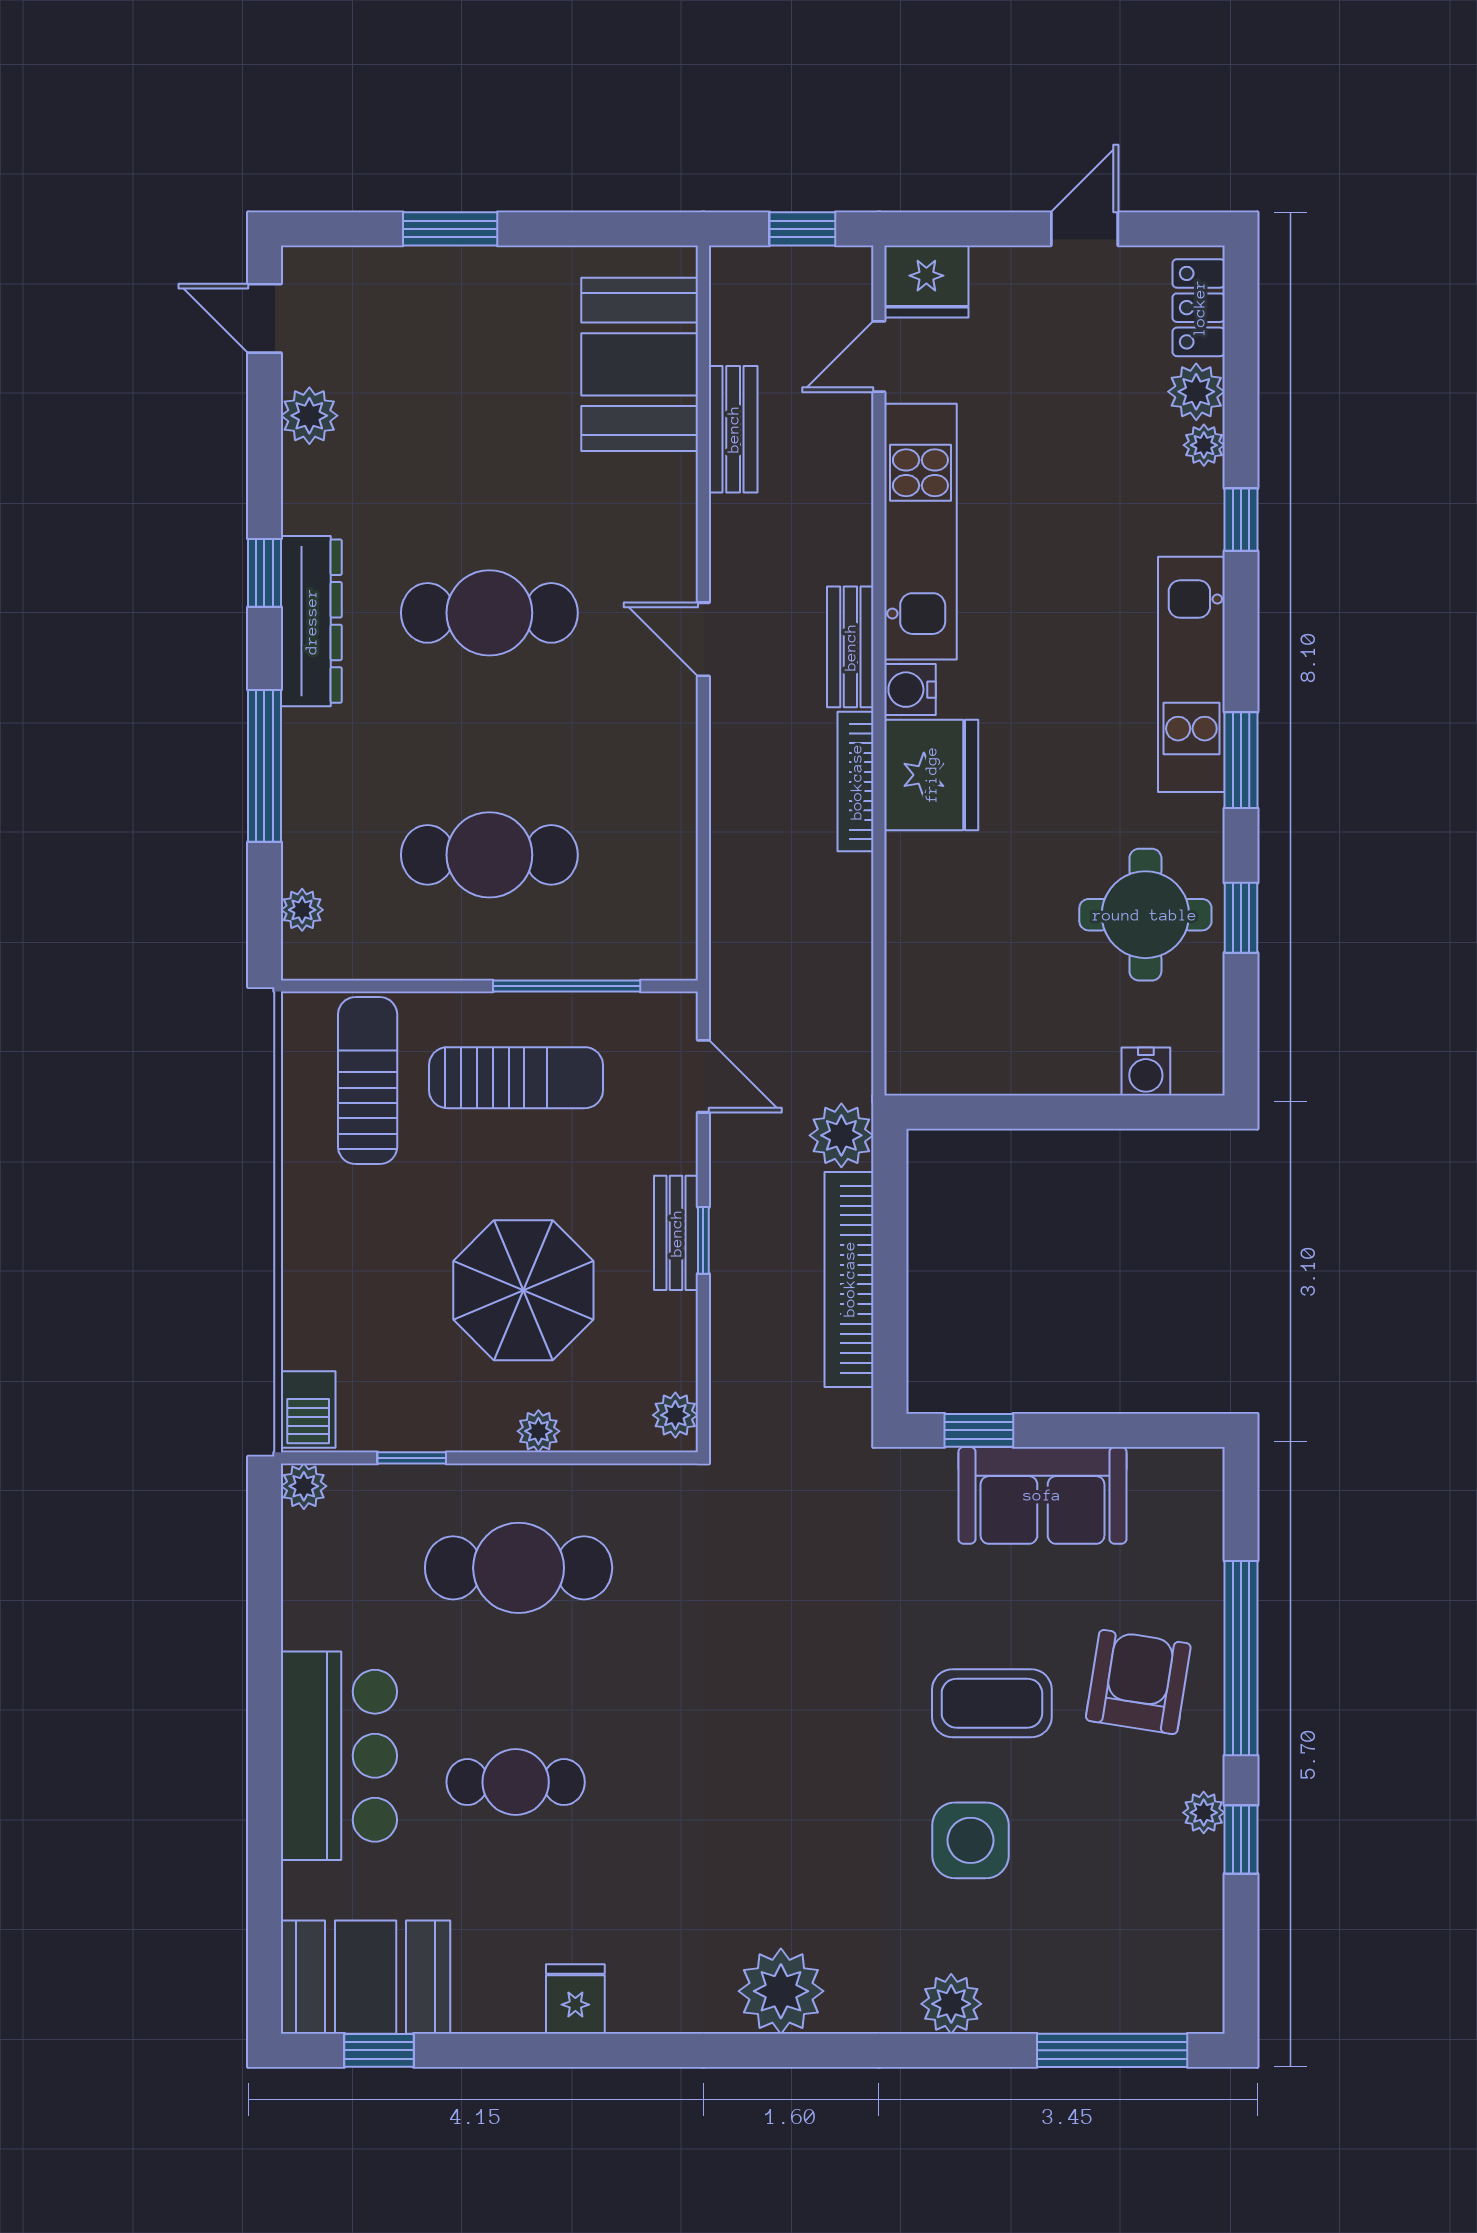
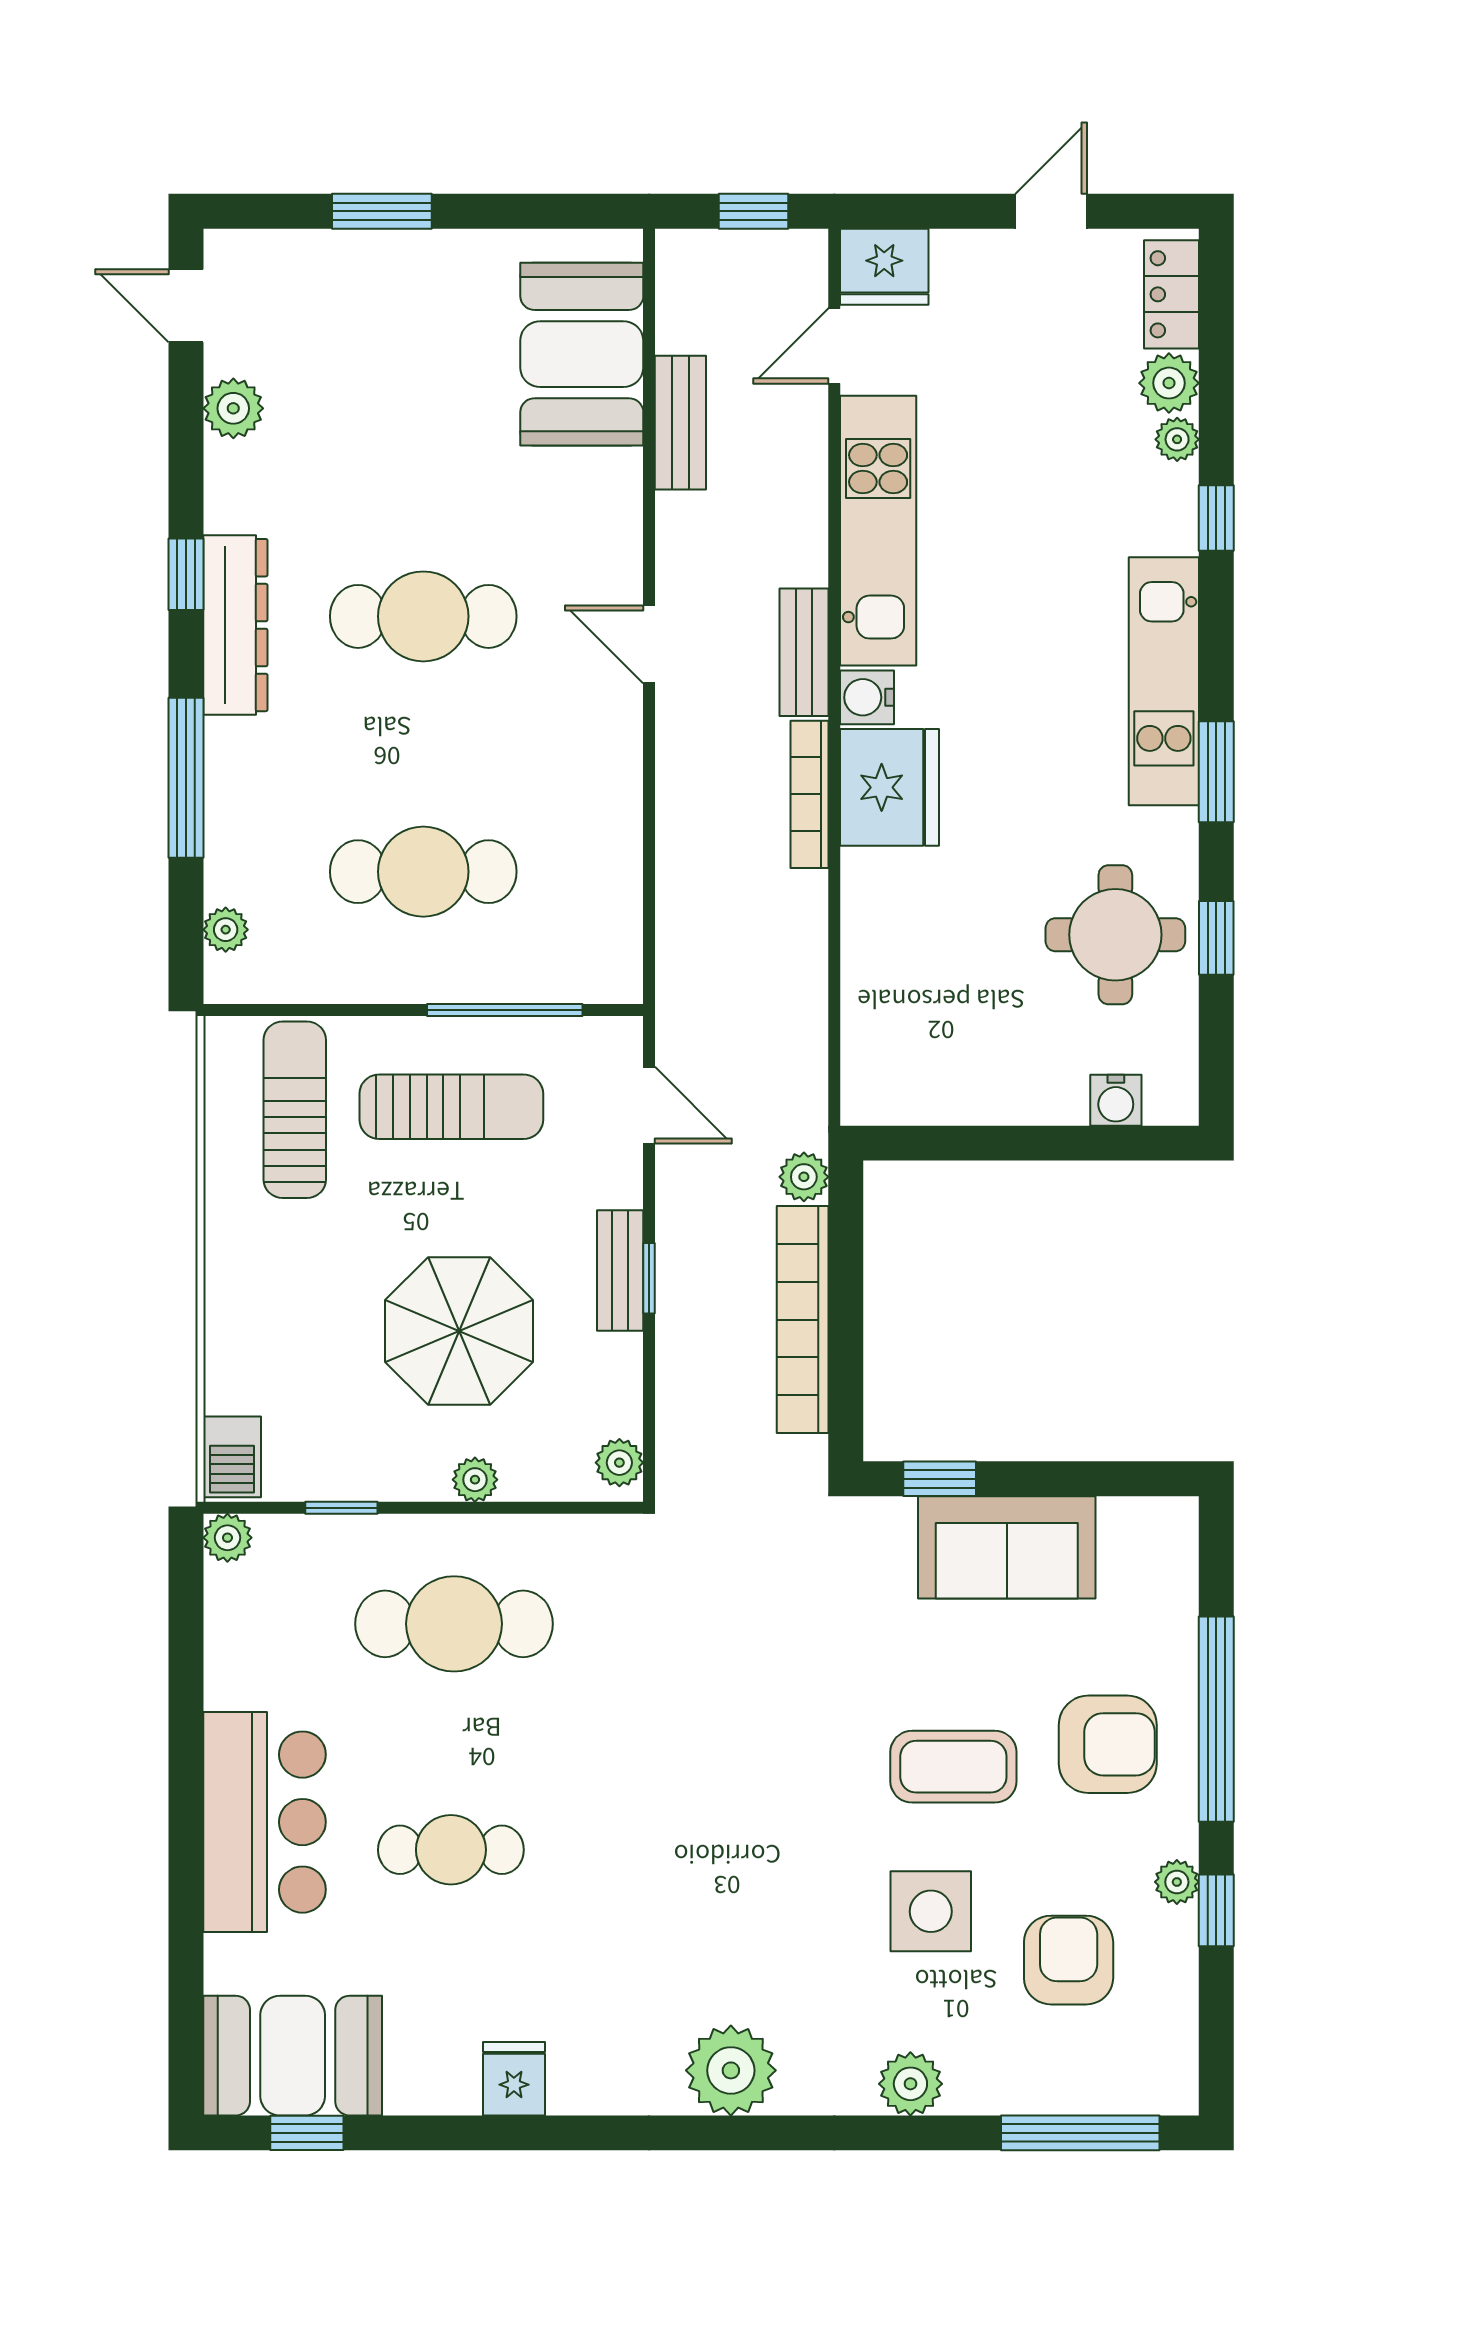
plant: (841, 1135) -> (804, 1177), width x0.73, depth x0.73
armchair: (1138, 1682) -> (1108, 1744), turned 81
armchair: (1101, 1887) -> (1069, 1960), added

